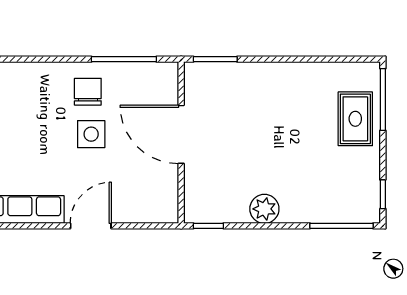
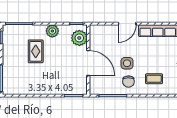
coffee table: (28, 98) -> (154, 79), added
rug: (355, 119) -> (36, 51), moved
plant: (202, 193) -> (79, 38), added

